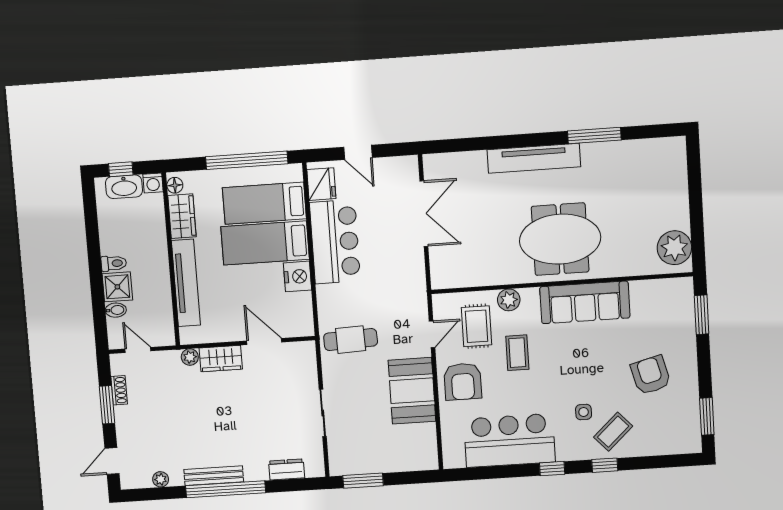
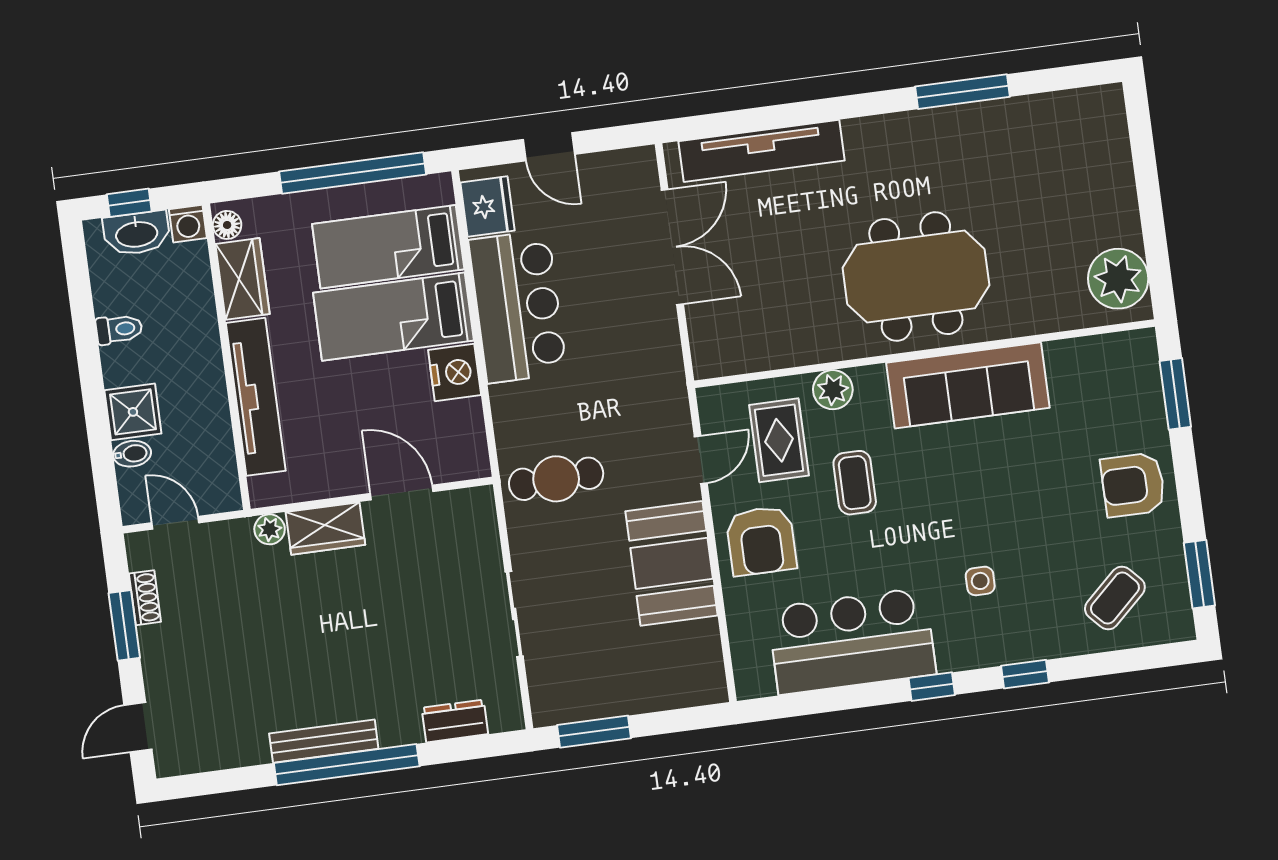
tv unit: (534, 158) -> (761, 151), moved
toilet: (114, 263) -> (119, 329), moved
armchair: (651, 375) -> (1133, 485), moved, turned -75
coffee table: (613, 432) -> (1115, 598), moved
plant: (161, 479) -> (228, 755), removed

